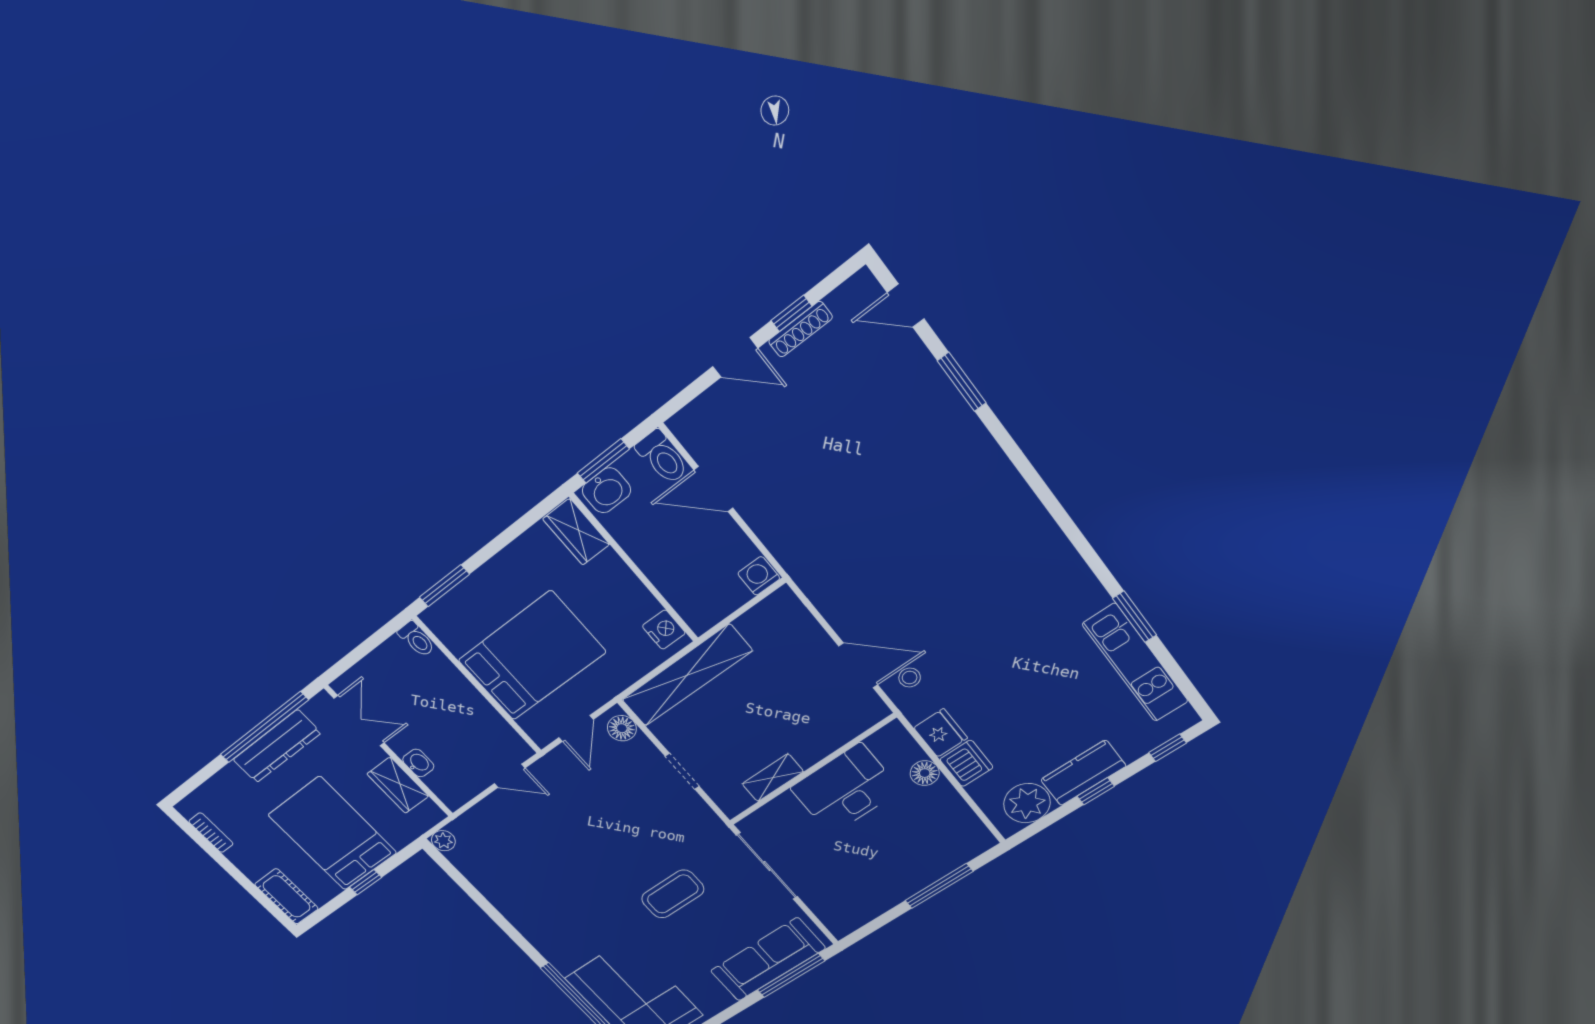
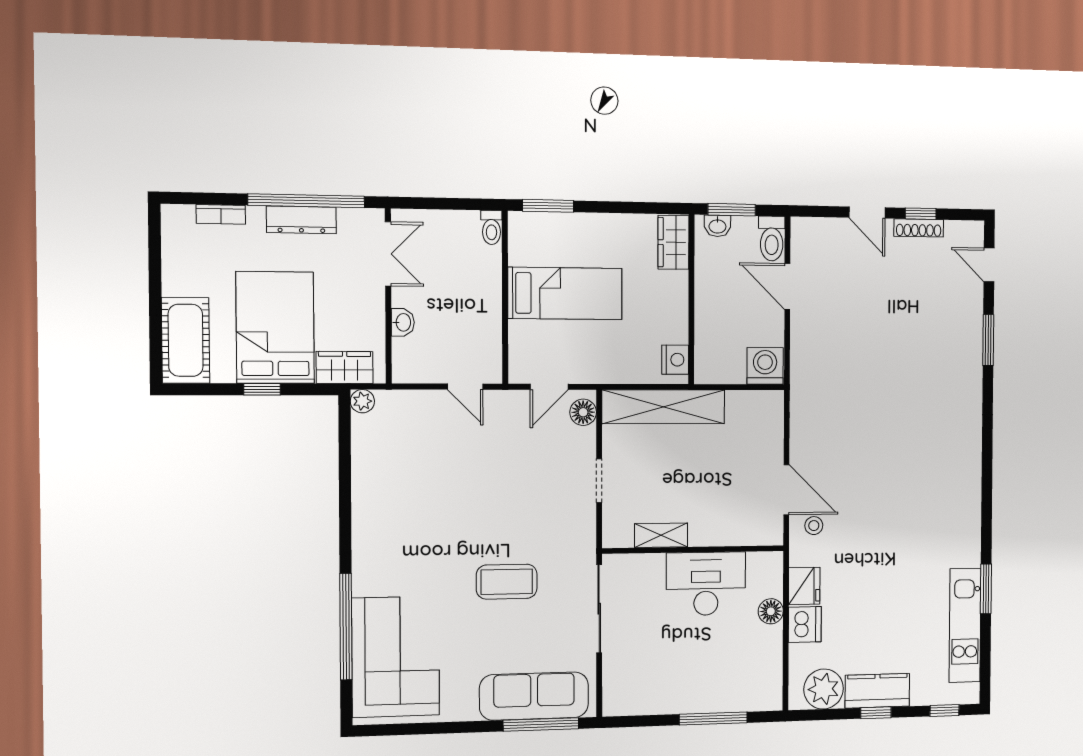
washbasin: (606, 490) -> (717, 226), width x0.72, depth x0.69
washing machine: (759, 576) -> (765, 366), width x1.38, depth x1.38
bed: (532, 656) -> (565, 293), width x0.67
dresser: (277, 746) -> (301, 220), width x0.73, depth x0.80
wardrobe: (398, 785) -> (345, 367), moved, turned 90
bookcase: (211, 833) -> (221, 214), moved, turned 90
cot: (287, 896) -> (186, 340), width x1.37, depth x1.34

